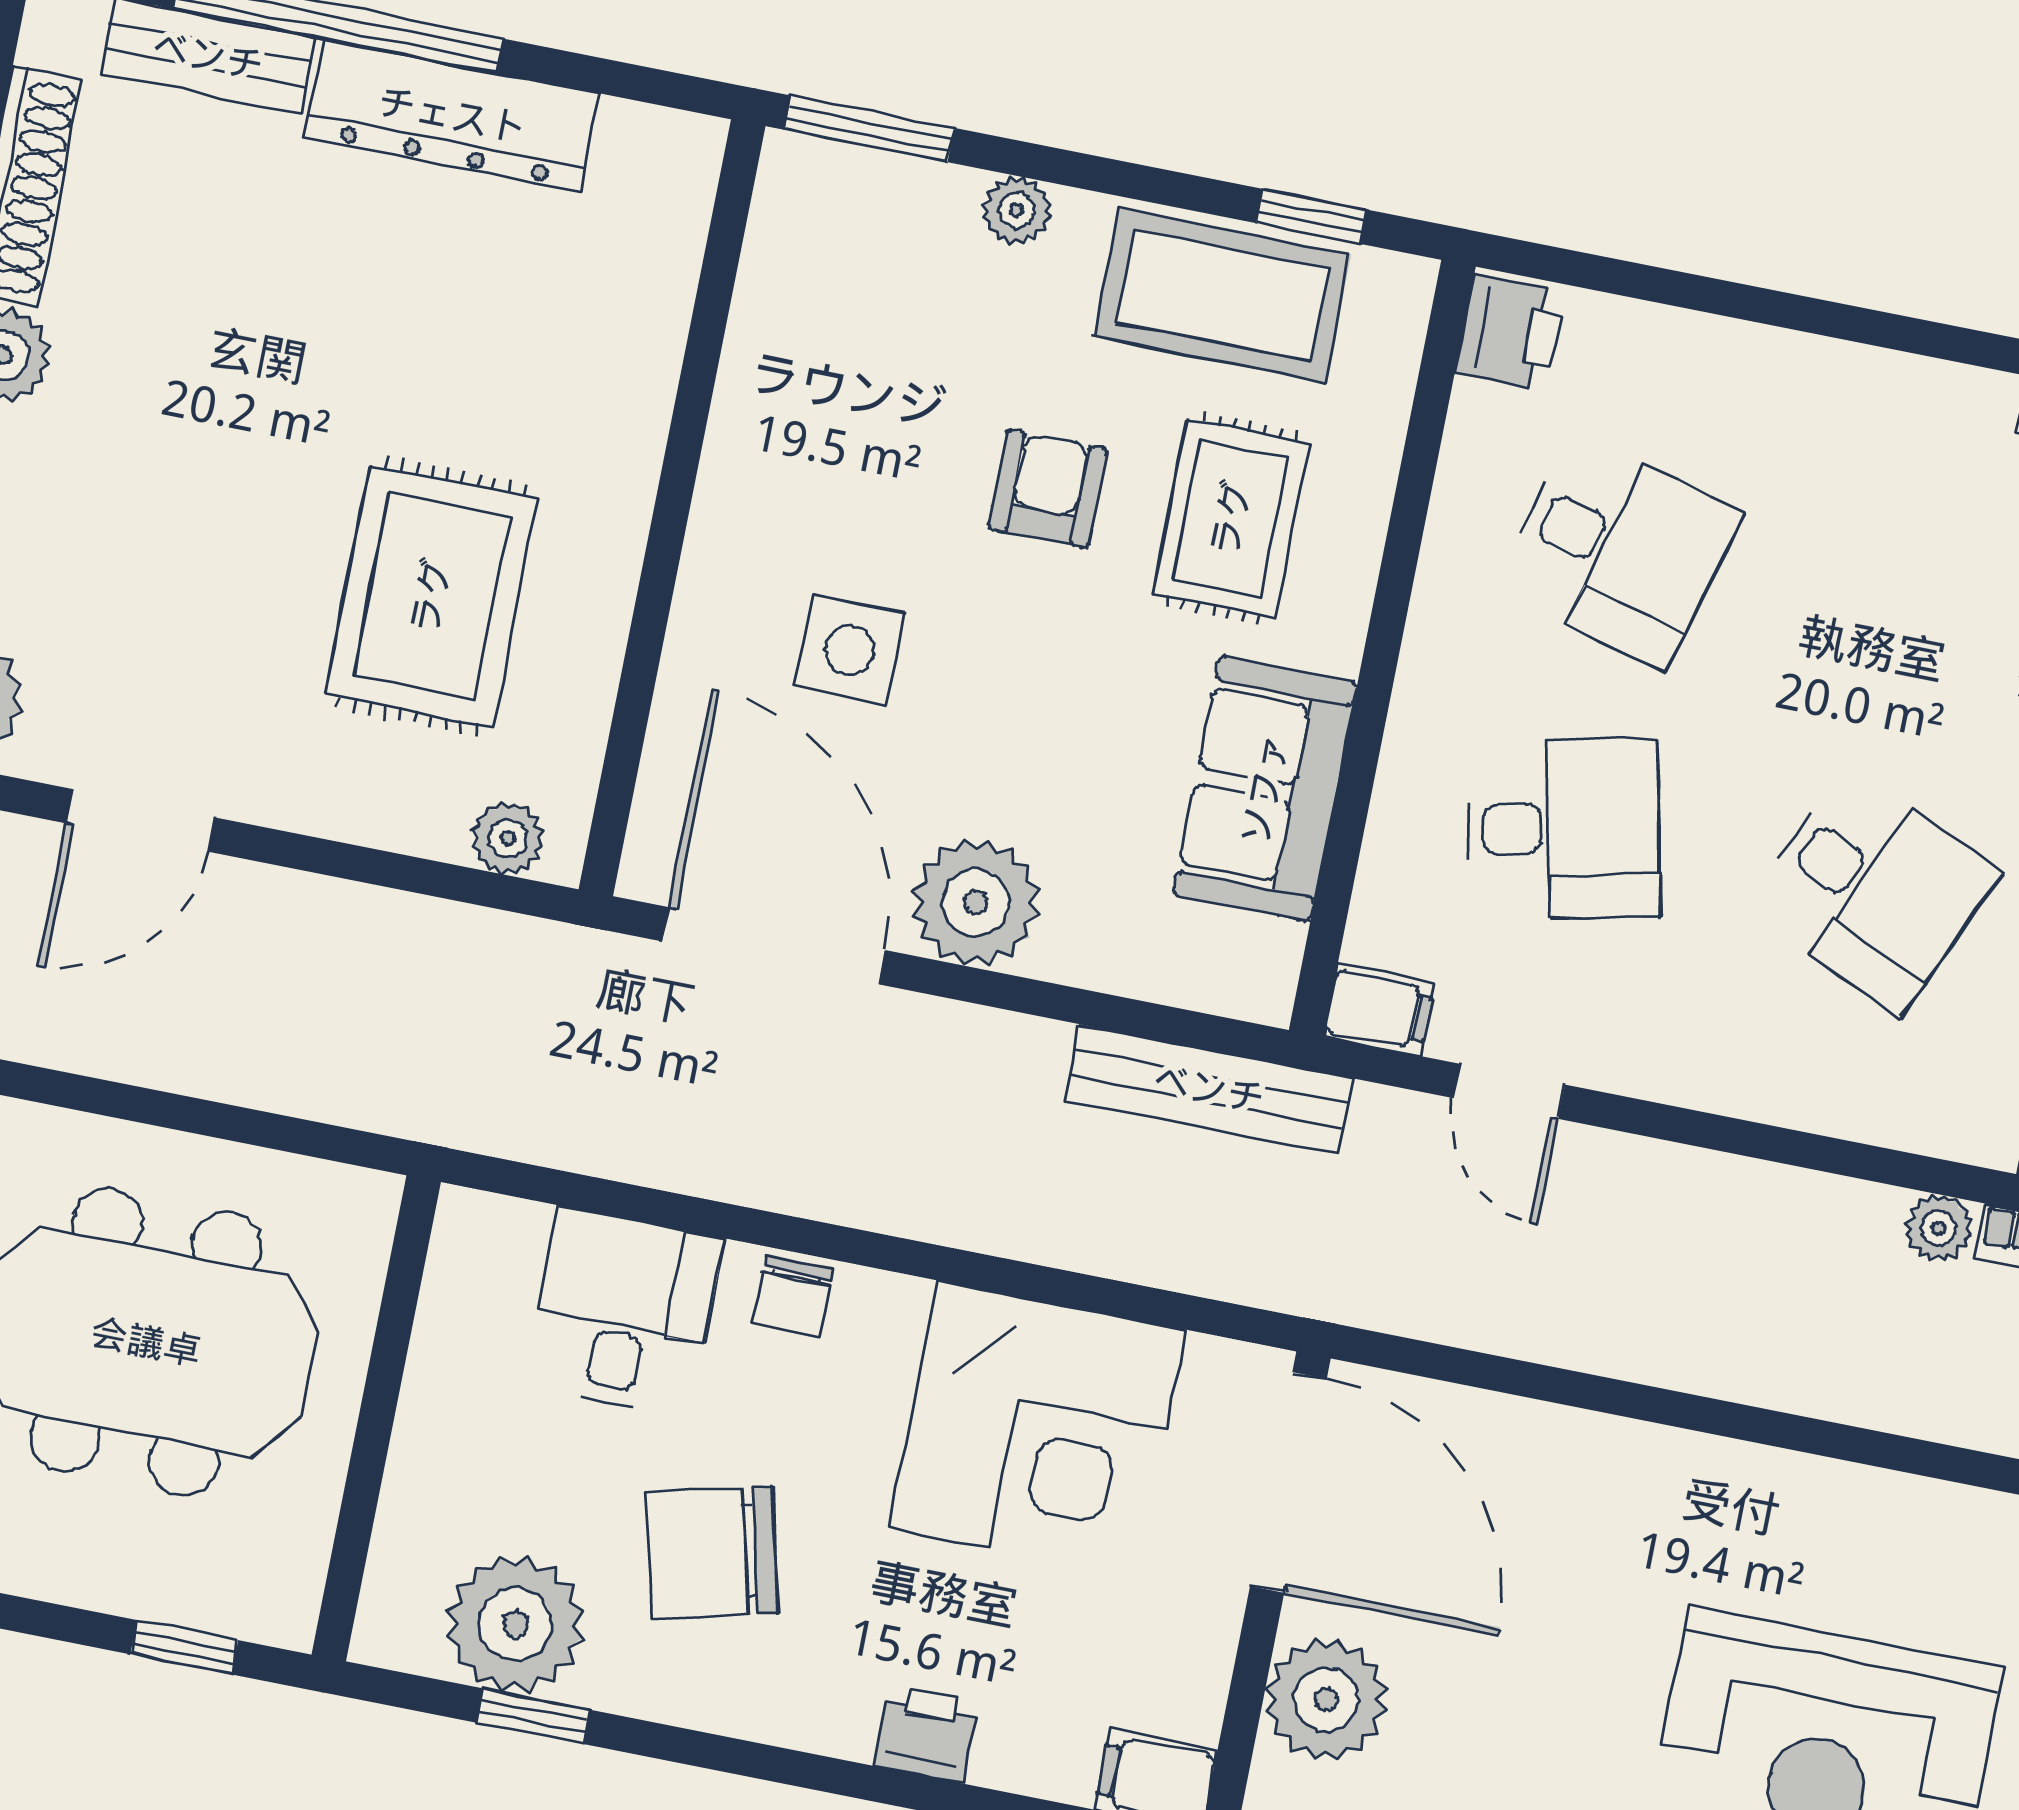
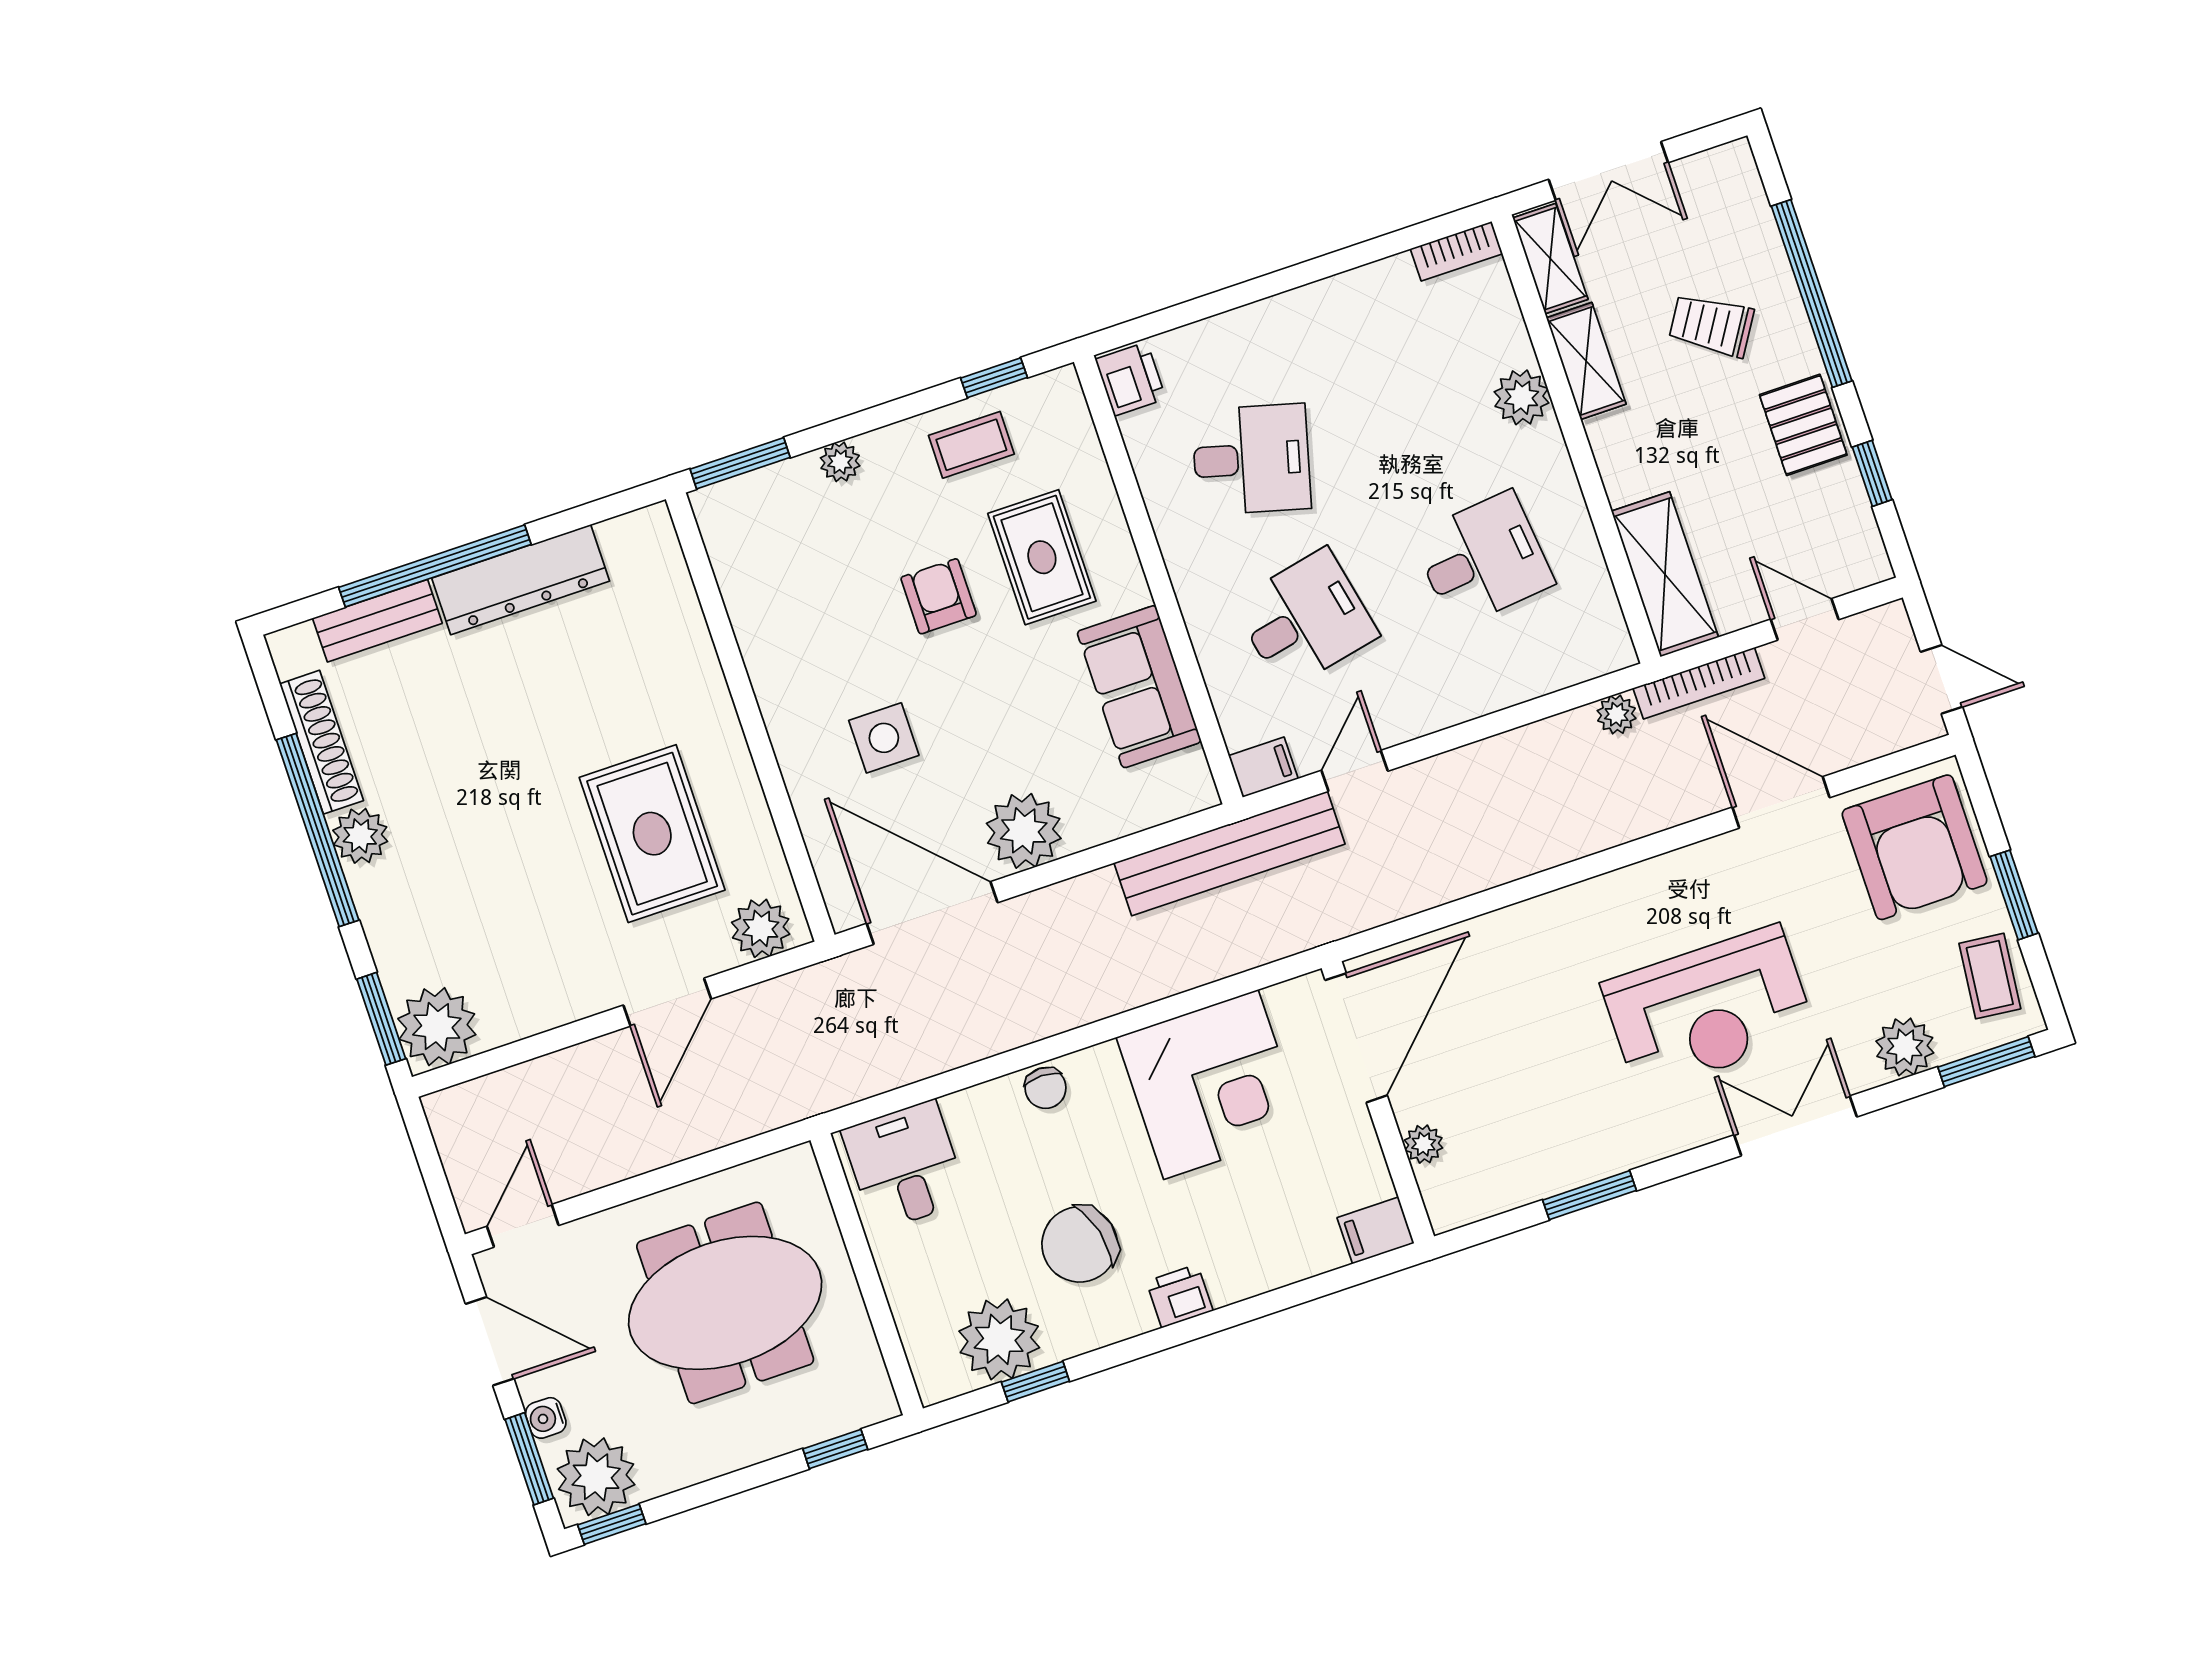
coffee table: (1222, 295) -> (971, 445), width x0.54, depth x0.58
door: (140, 820) -> (667, 1002), moved
plant: (508, 838) -> (761, 928), width x1.38, depth x1.38
desk: (1873, 890) -> (1483, 560), turned -30
bench: (1209, 1089) -> (1229, 853), width x1.37, depth x1.21
door: (1509, 1091) -> (1355, 771), swing flipped
desk: (624, 1312) -> (905, 1166), moved
door: (1288, 1482) -> (1356, 1038), hinge flipped
plant: (1326, 1699) -> (1424, 1144), width x0.53, depth x0.53
printer: (927, 1734) -> (1180, 1296), moved

